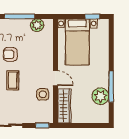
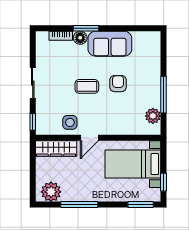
window: (111, 35) -> (141, 205), added
plant: (100, 96) -> (51, 192), moved

